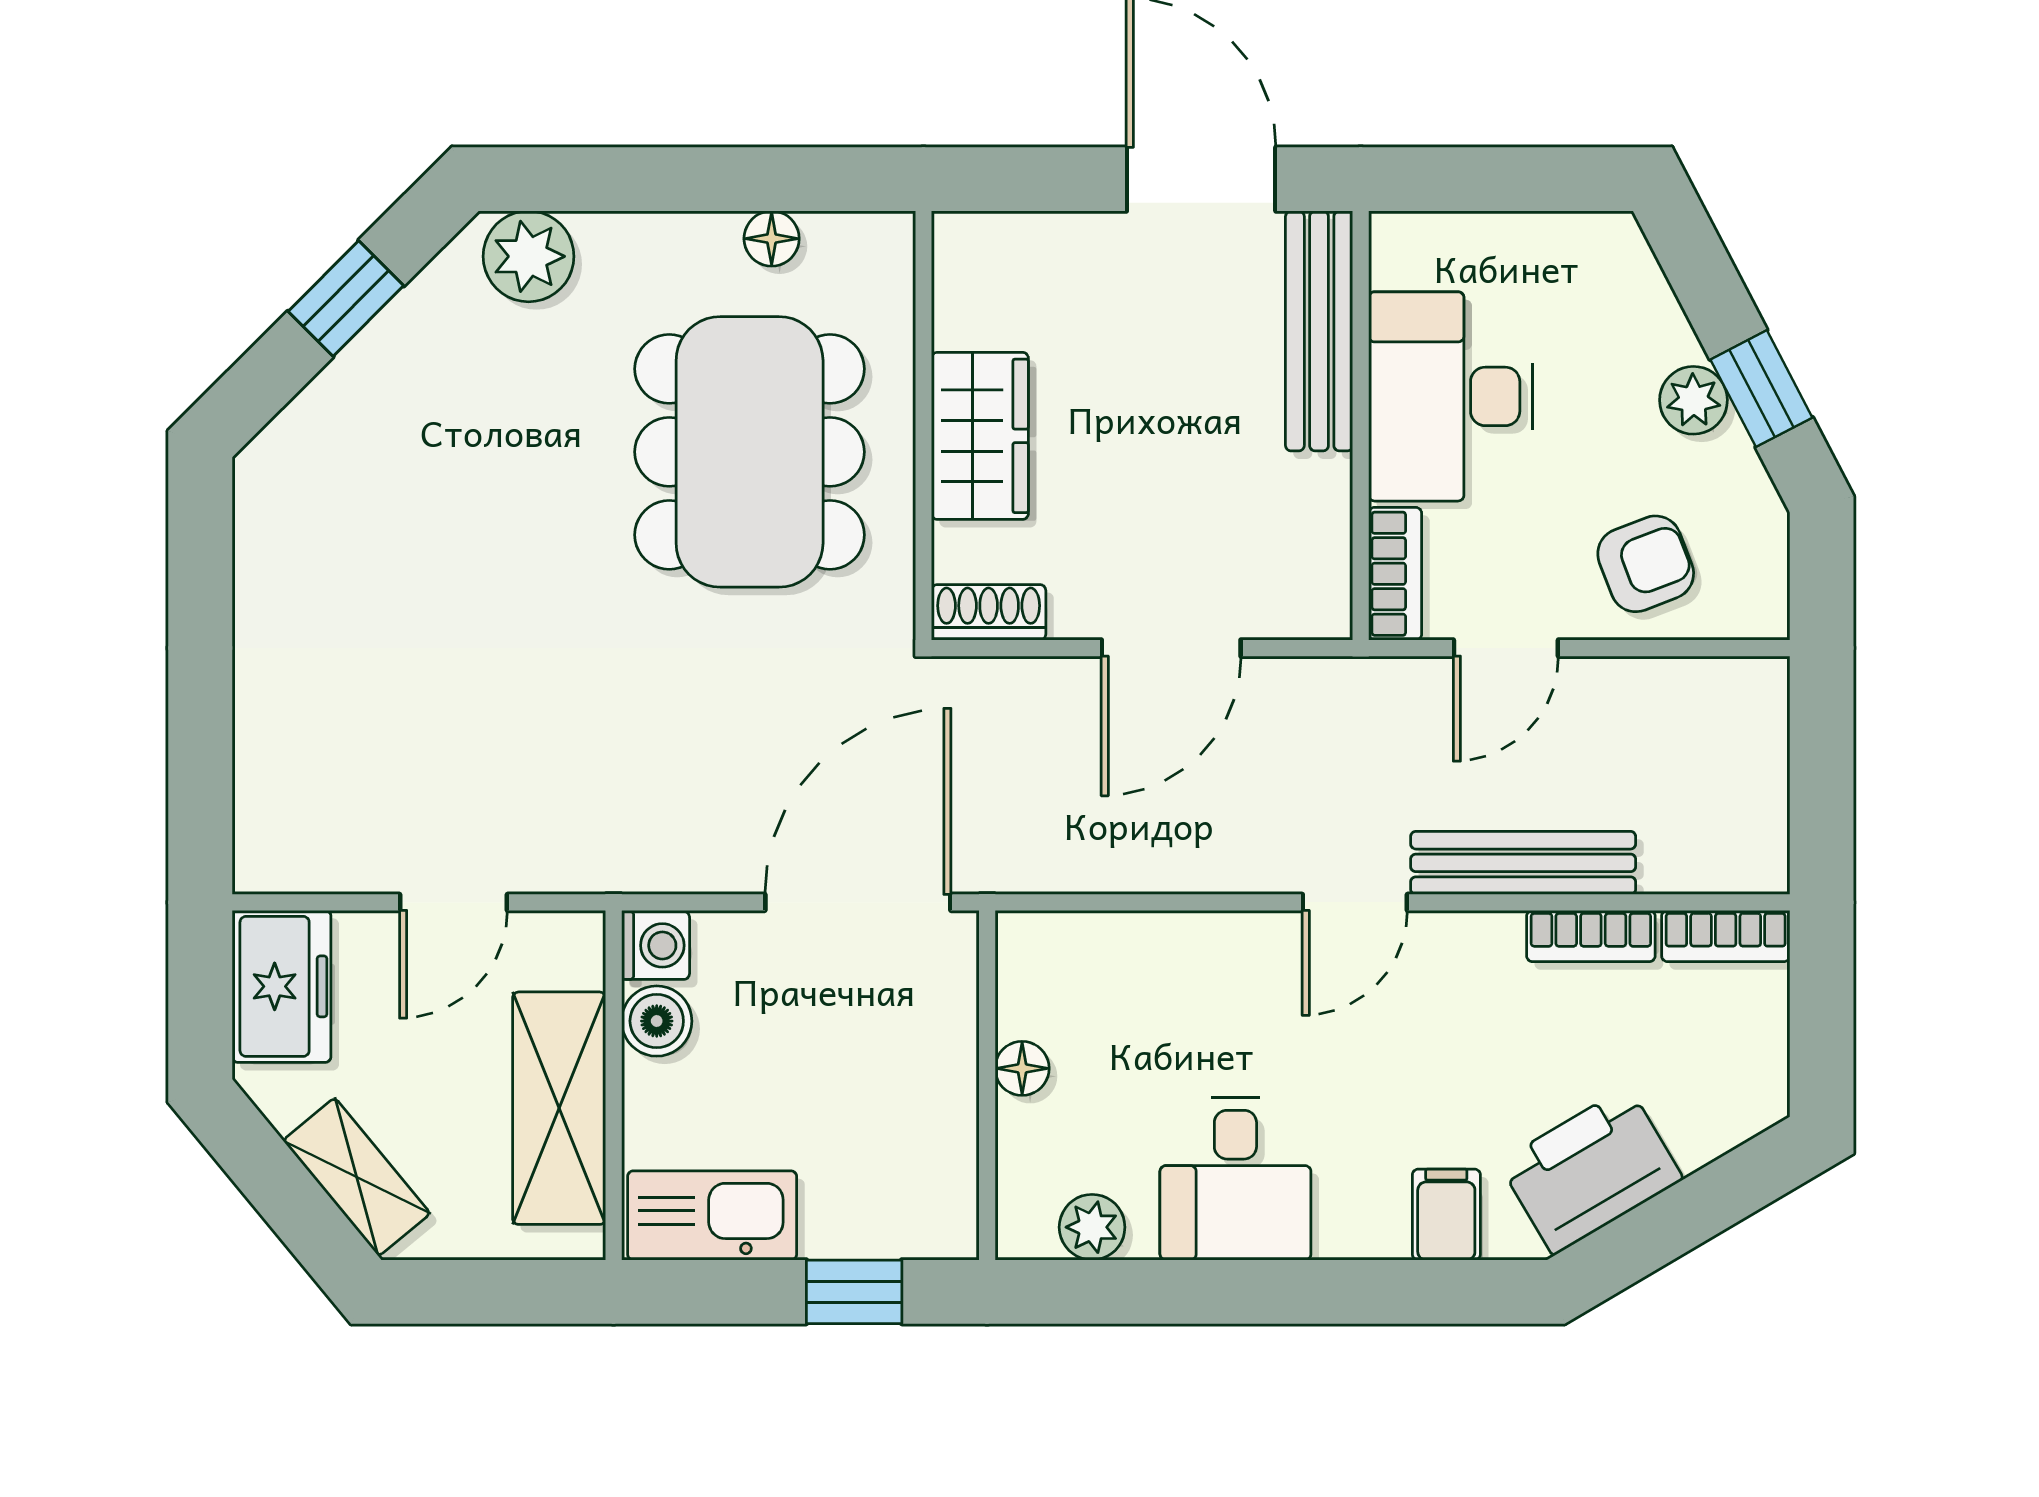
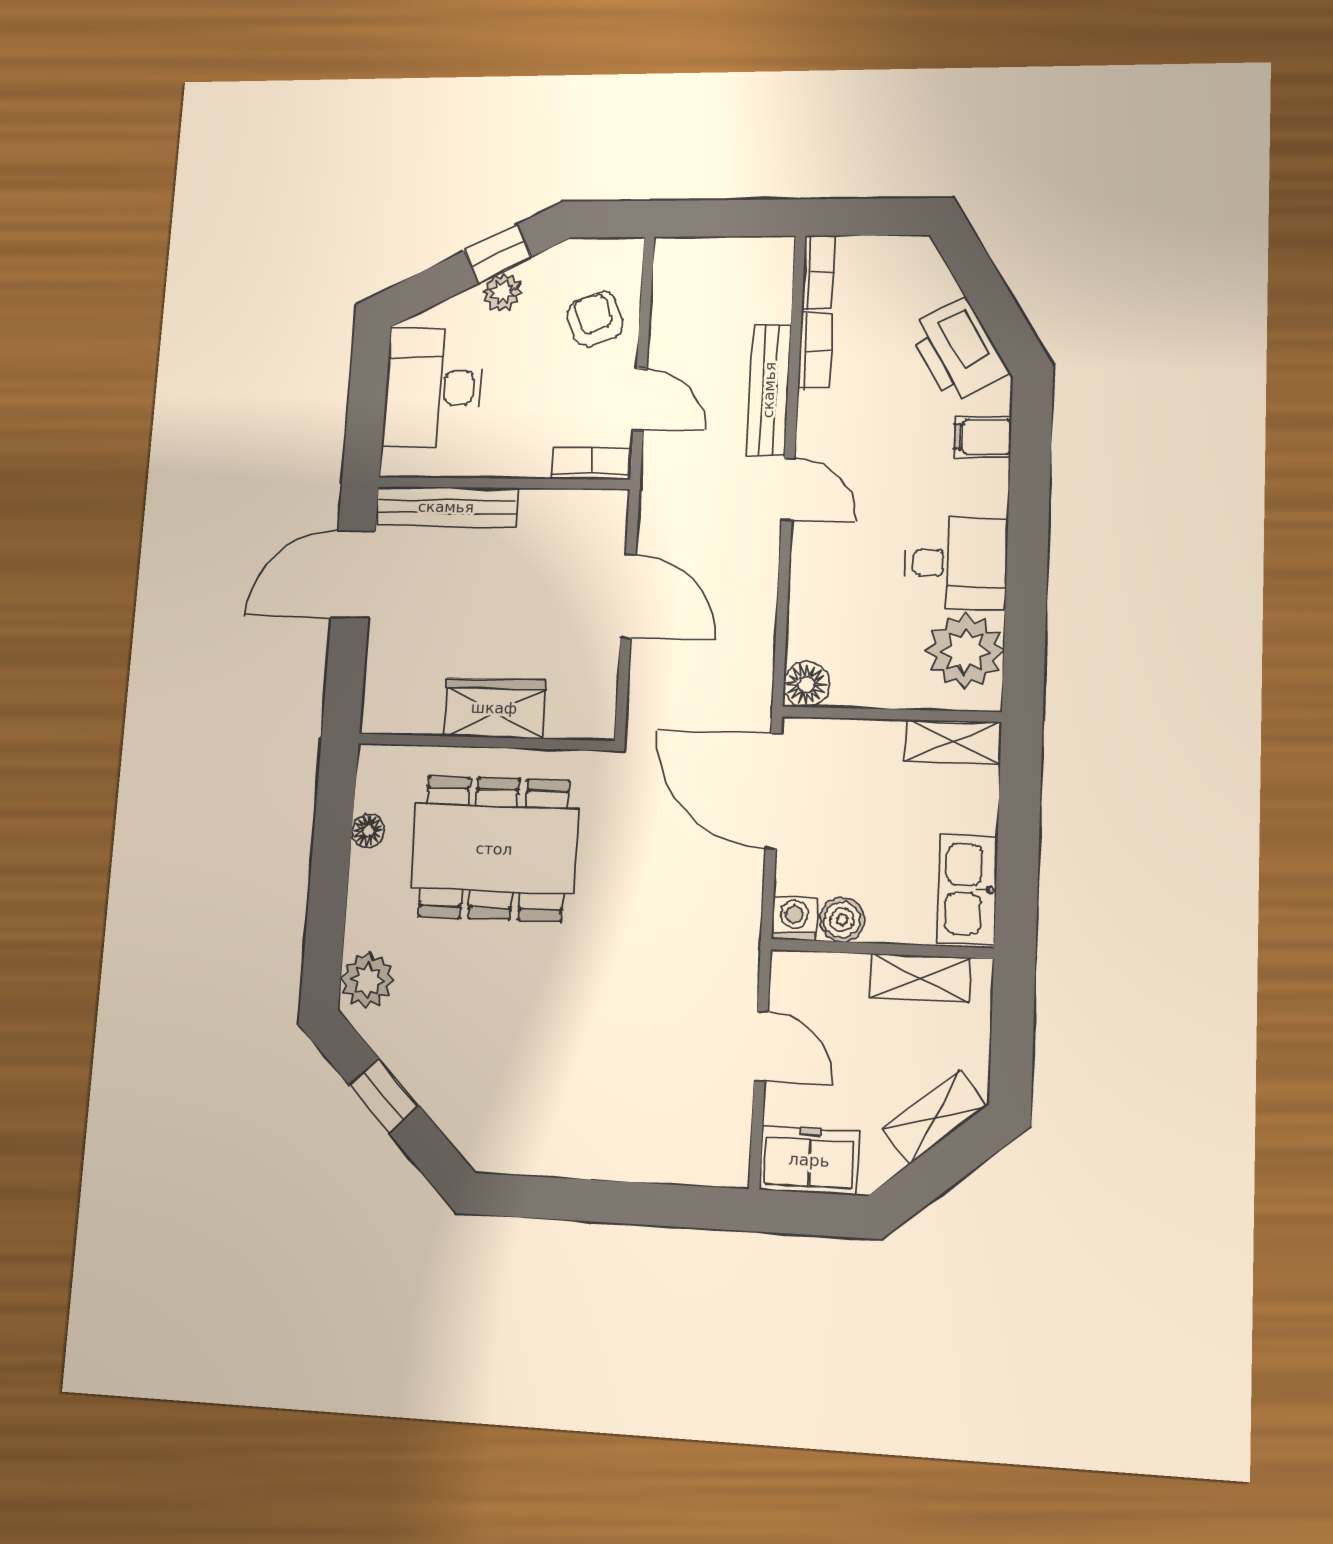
desk: (1451, 396) -> (433, 388), moved, turned 90
shoe rack: (989, 612) -> (600, 706), removed
floor lamp: (1022, 1068) -> (806, 684), moved, width x1.37, depth x1.37
shelving: (559, 1108) -> (920, 978), width x0.67, depth x0.75
shelving: (945, 1184) -> (953, 742), added
plant: (1092, 1227) -> (965, 651), width x1.88, depth x1.88
window: (854, 1292) -> (1020, 801), removed

